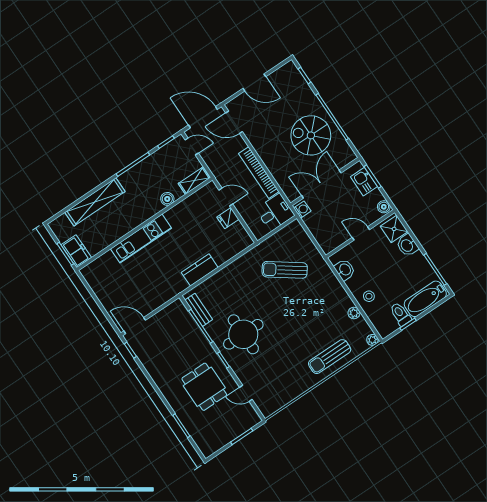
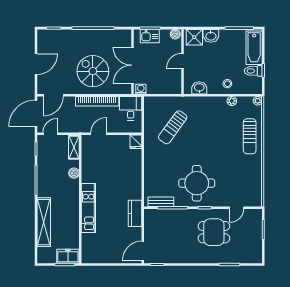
spiral stairs: (311, 135) -> (93, 71), moved, turned 90
fridge: (228, 218) -> (136, 142), moved
kitchen counter: (200, 270) -> (135, 213), moved

